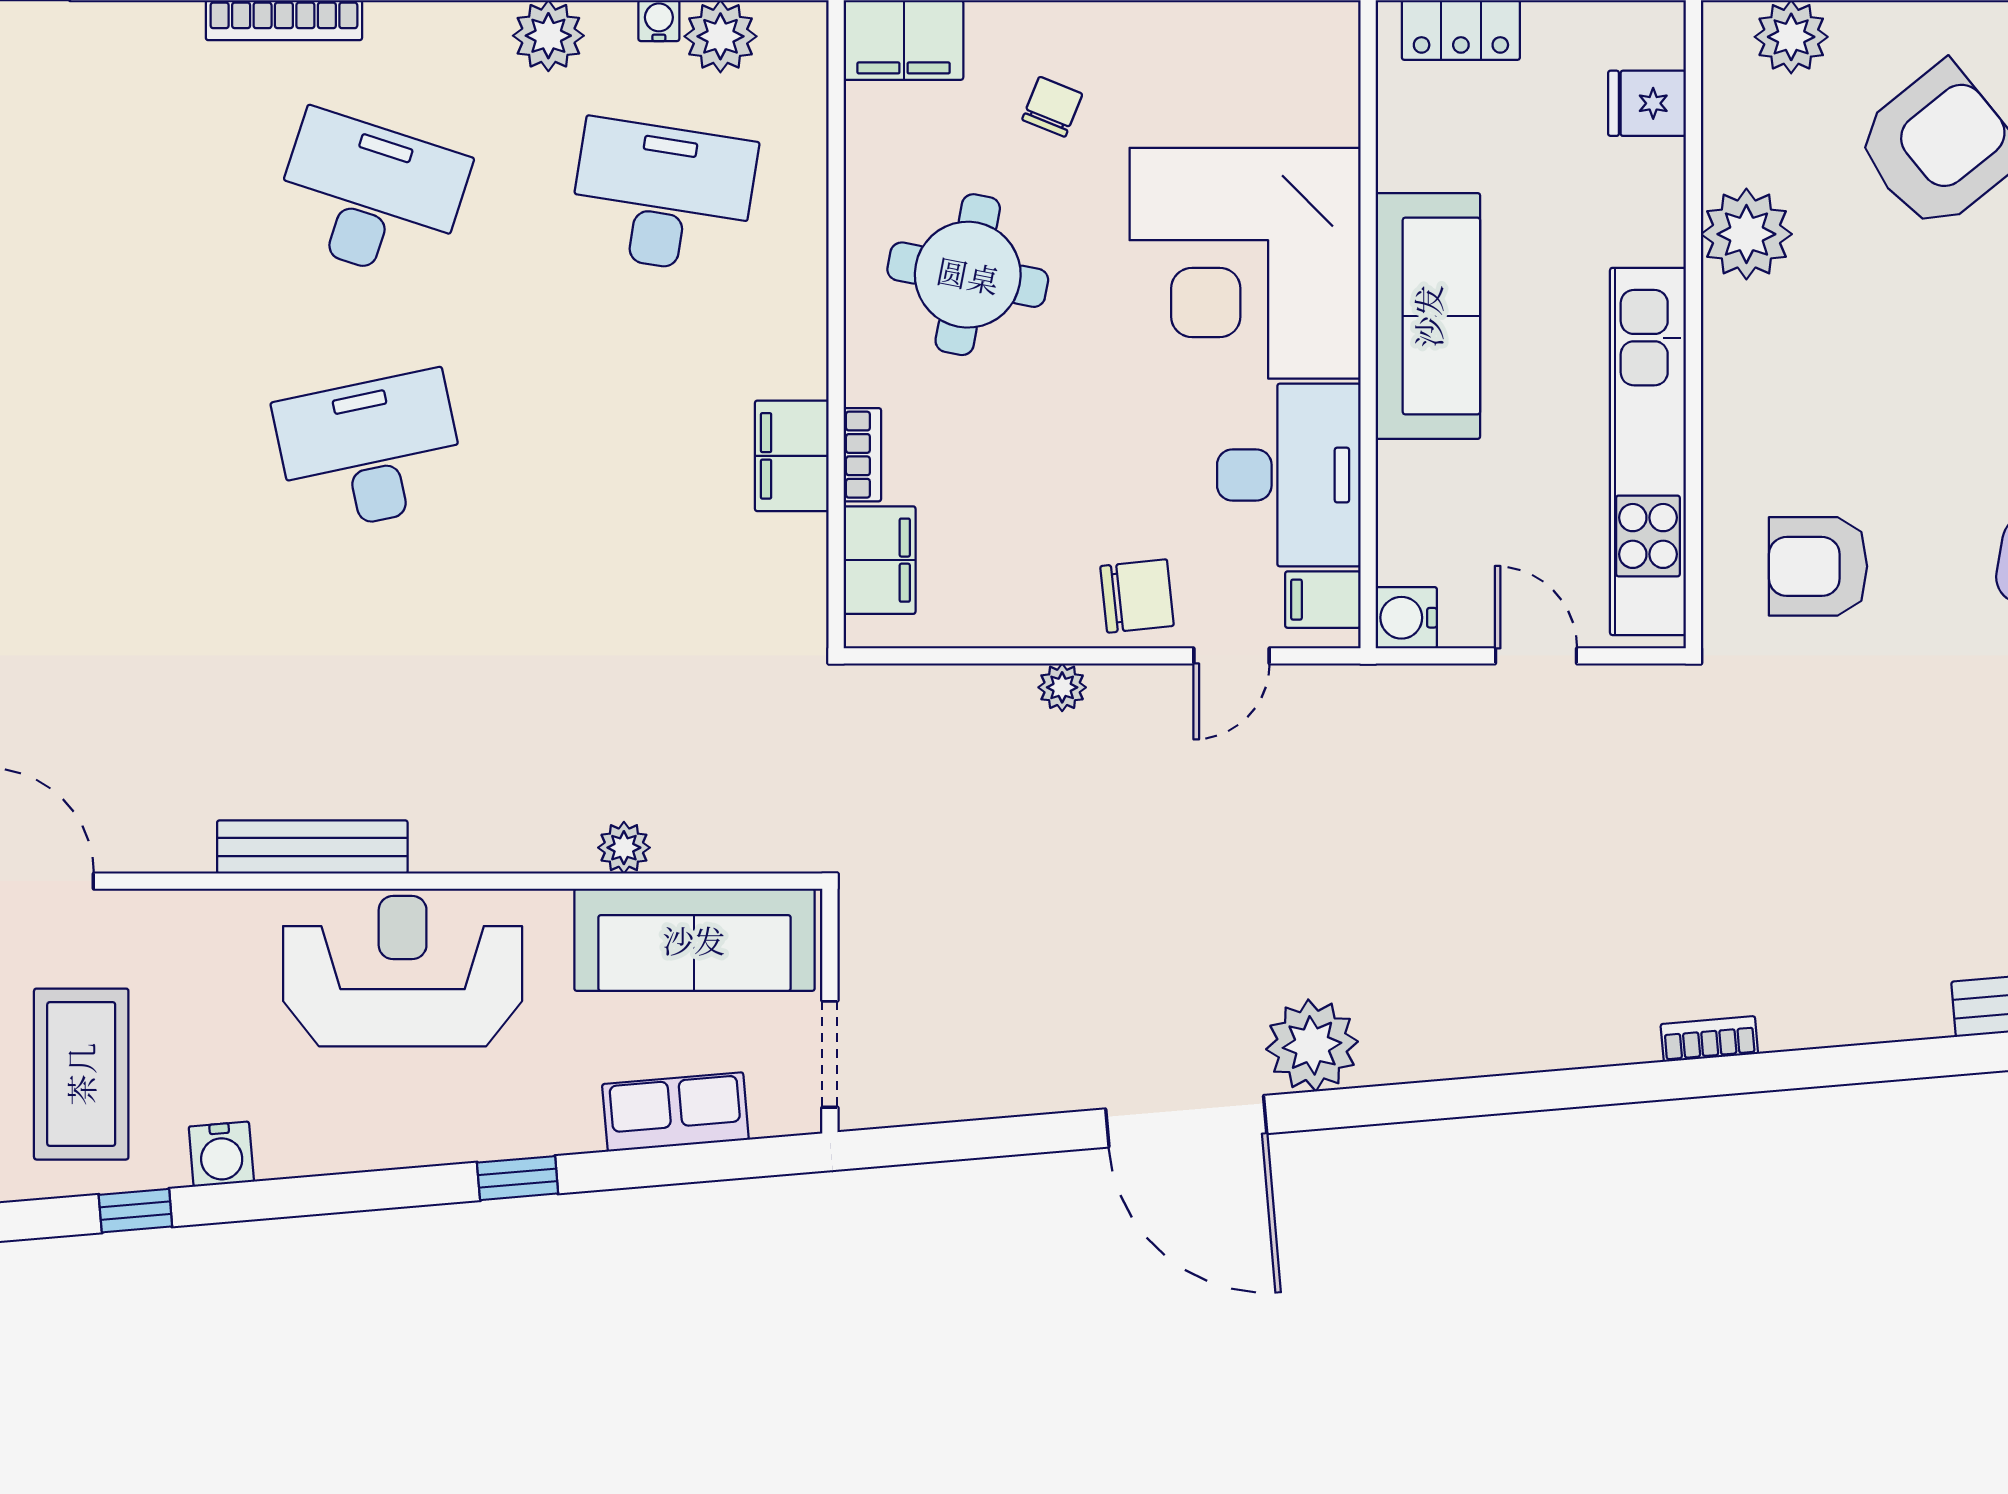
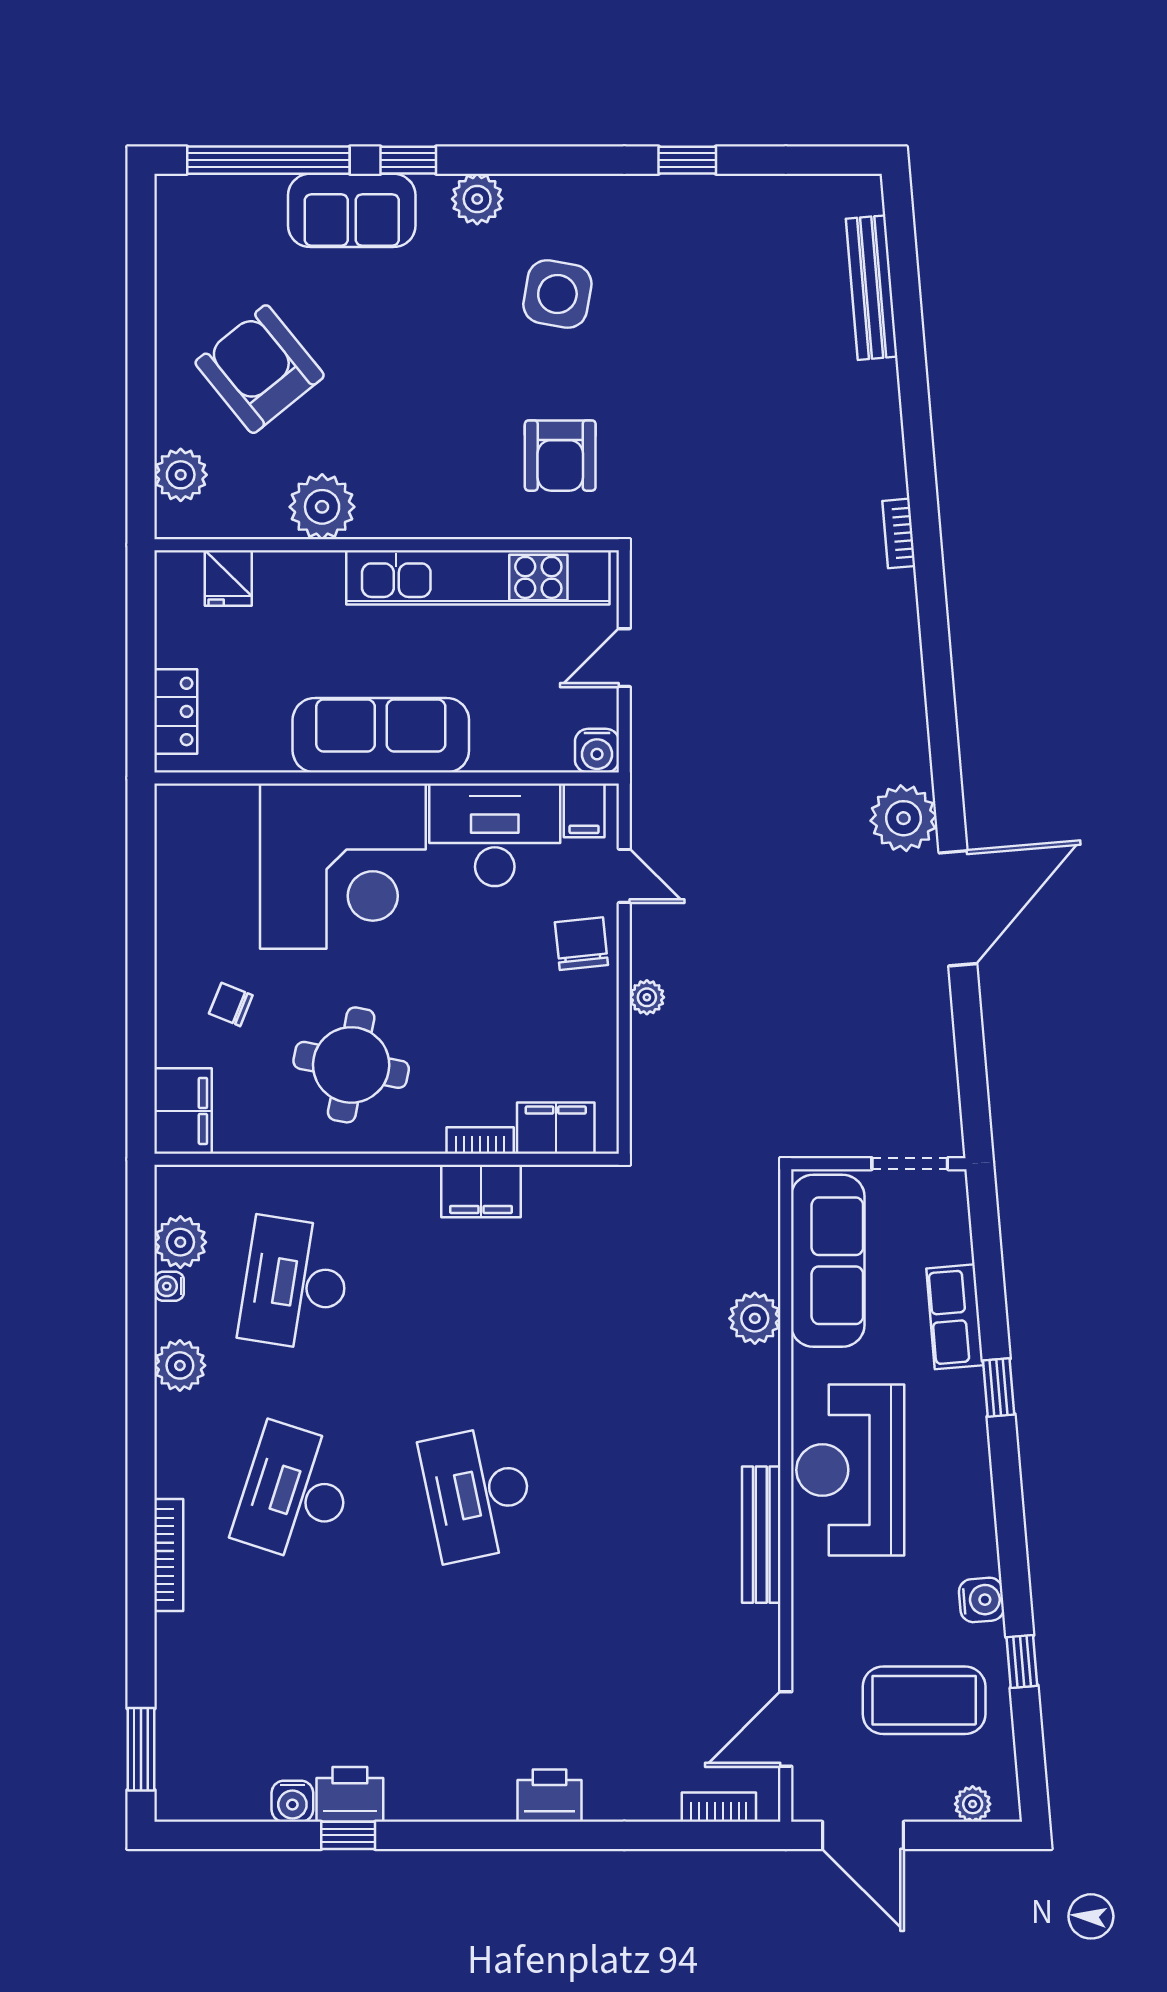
plant: (624, 848) -> (755, 1318), width x1.38, depth x1.38
row of seats: (675, 1112) -> (955, 1317), moved

